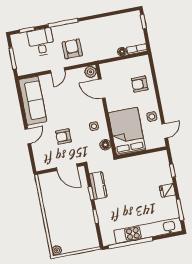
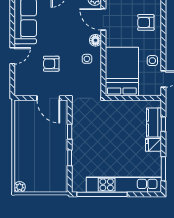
floor lamp: (105, 145) -> (95, 40), moved
kitchen counter: (98, 185) -> (154, 123), moved, turned 180

